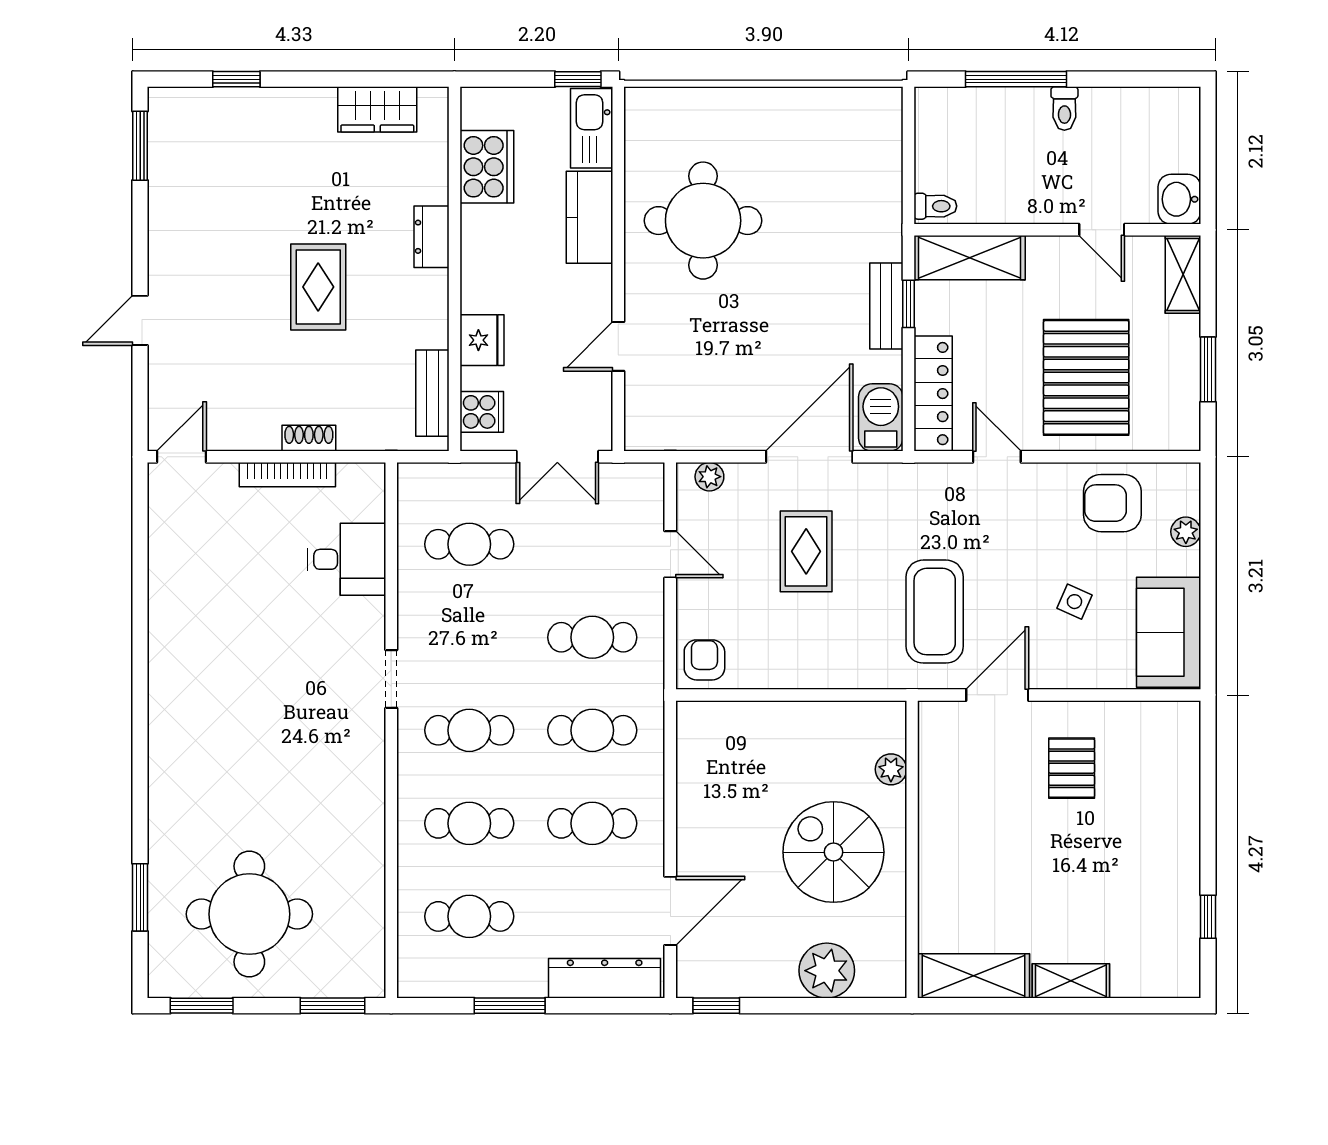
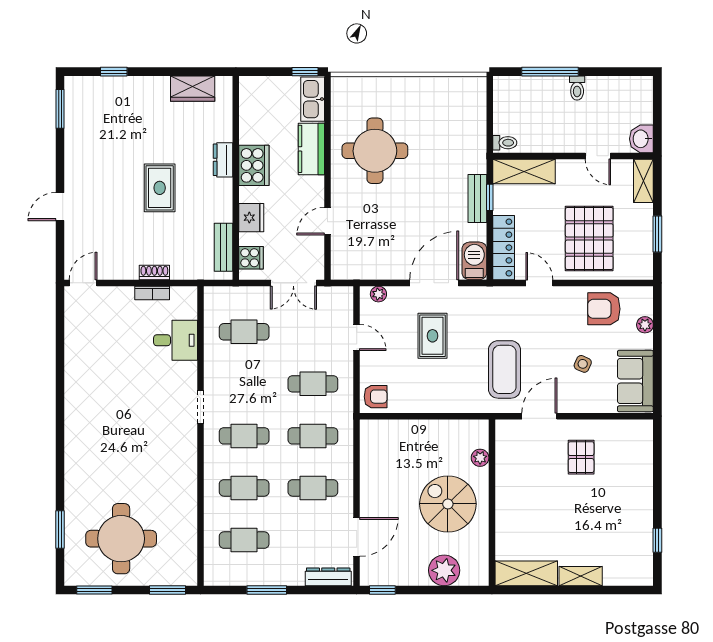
cooker: (487, 167) -> (254, 165), moved
bookcase: (287, 475) -> (152, 293), width x0.64
armchair: (704, 660) -> (376, 397), turned 90
dresser: (605, 978) -> (328, 577), width x0.73, depth x0.80

